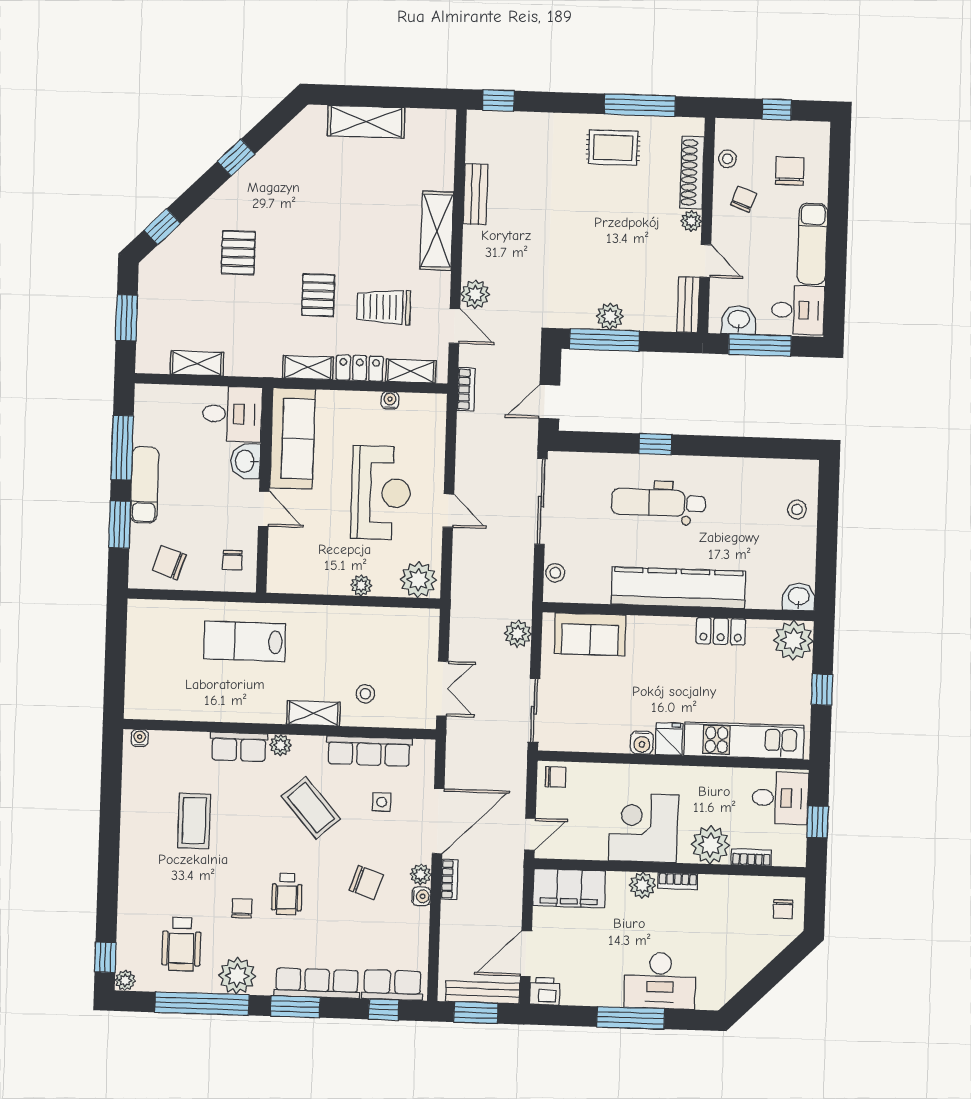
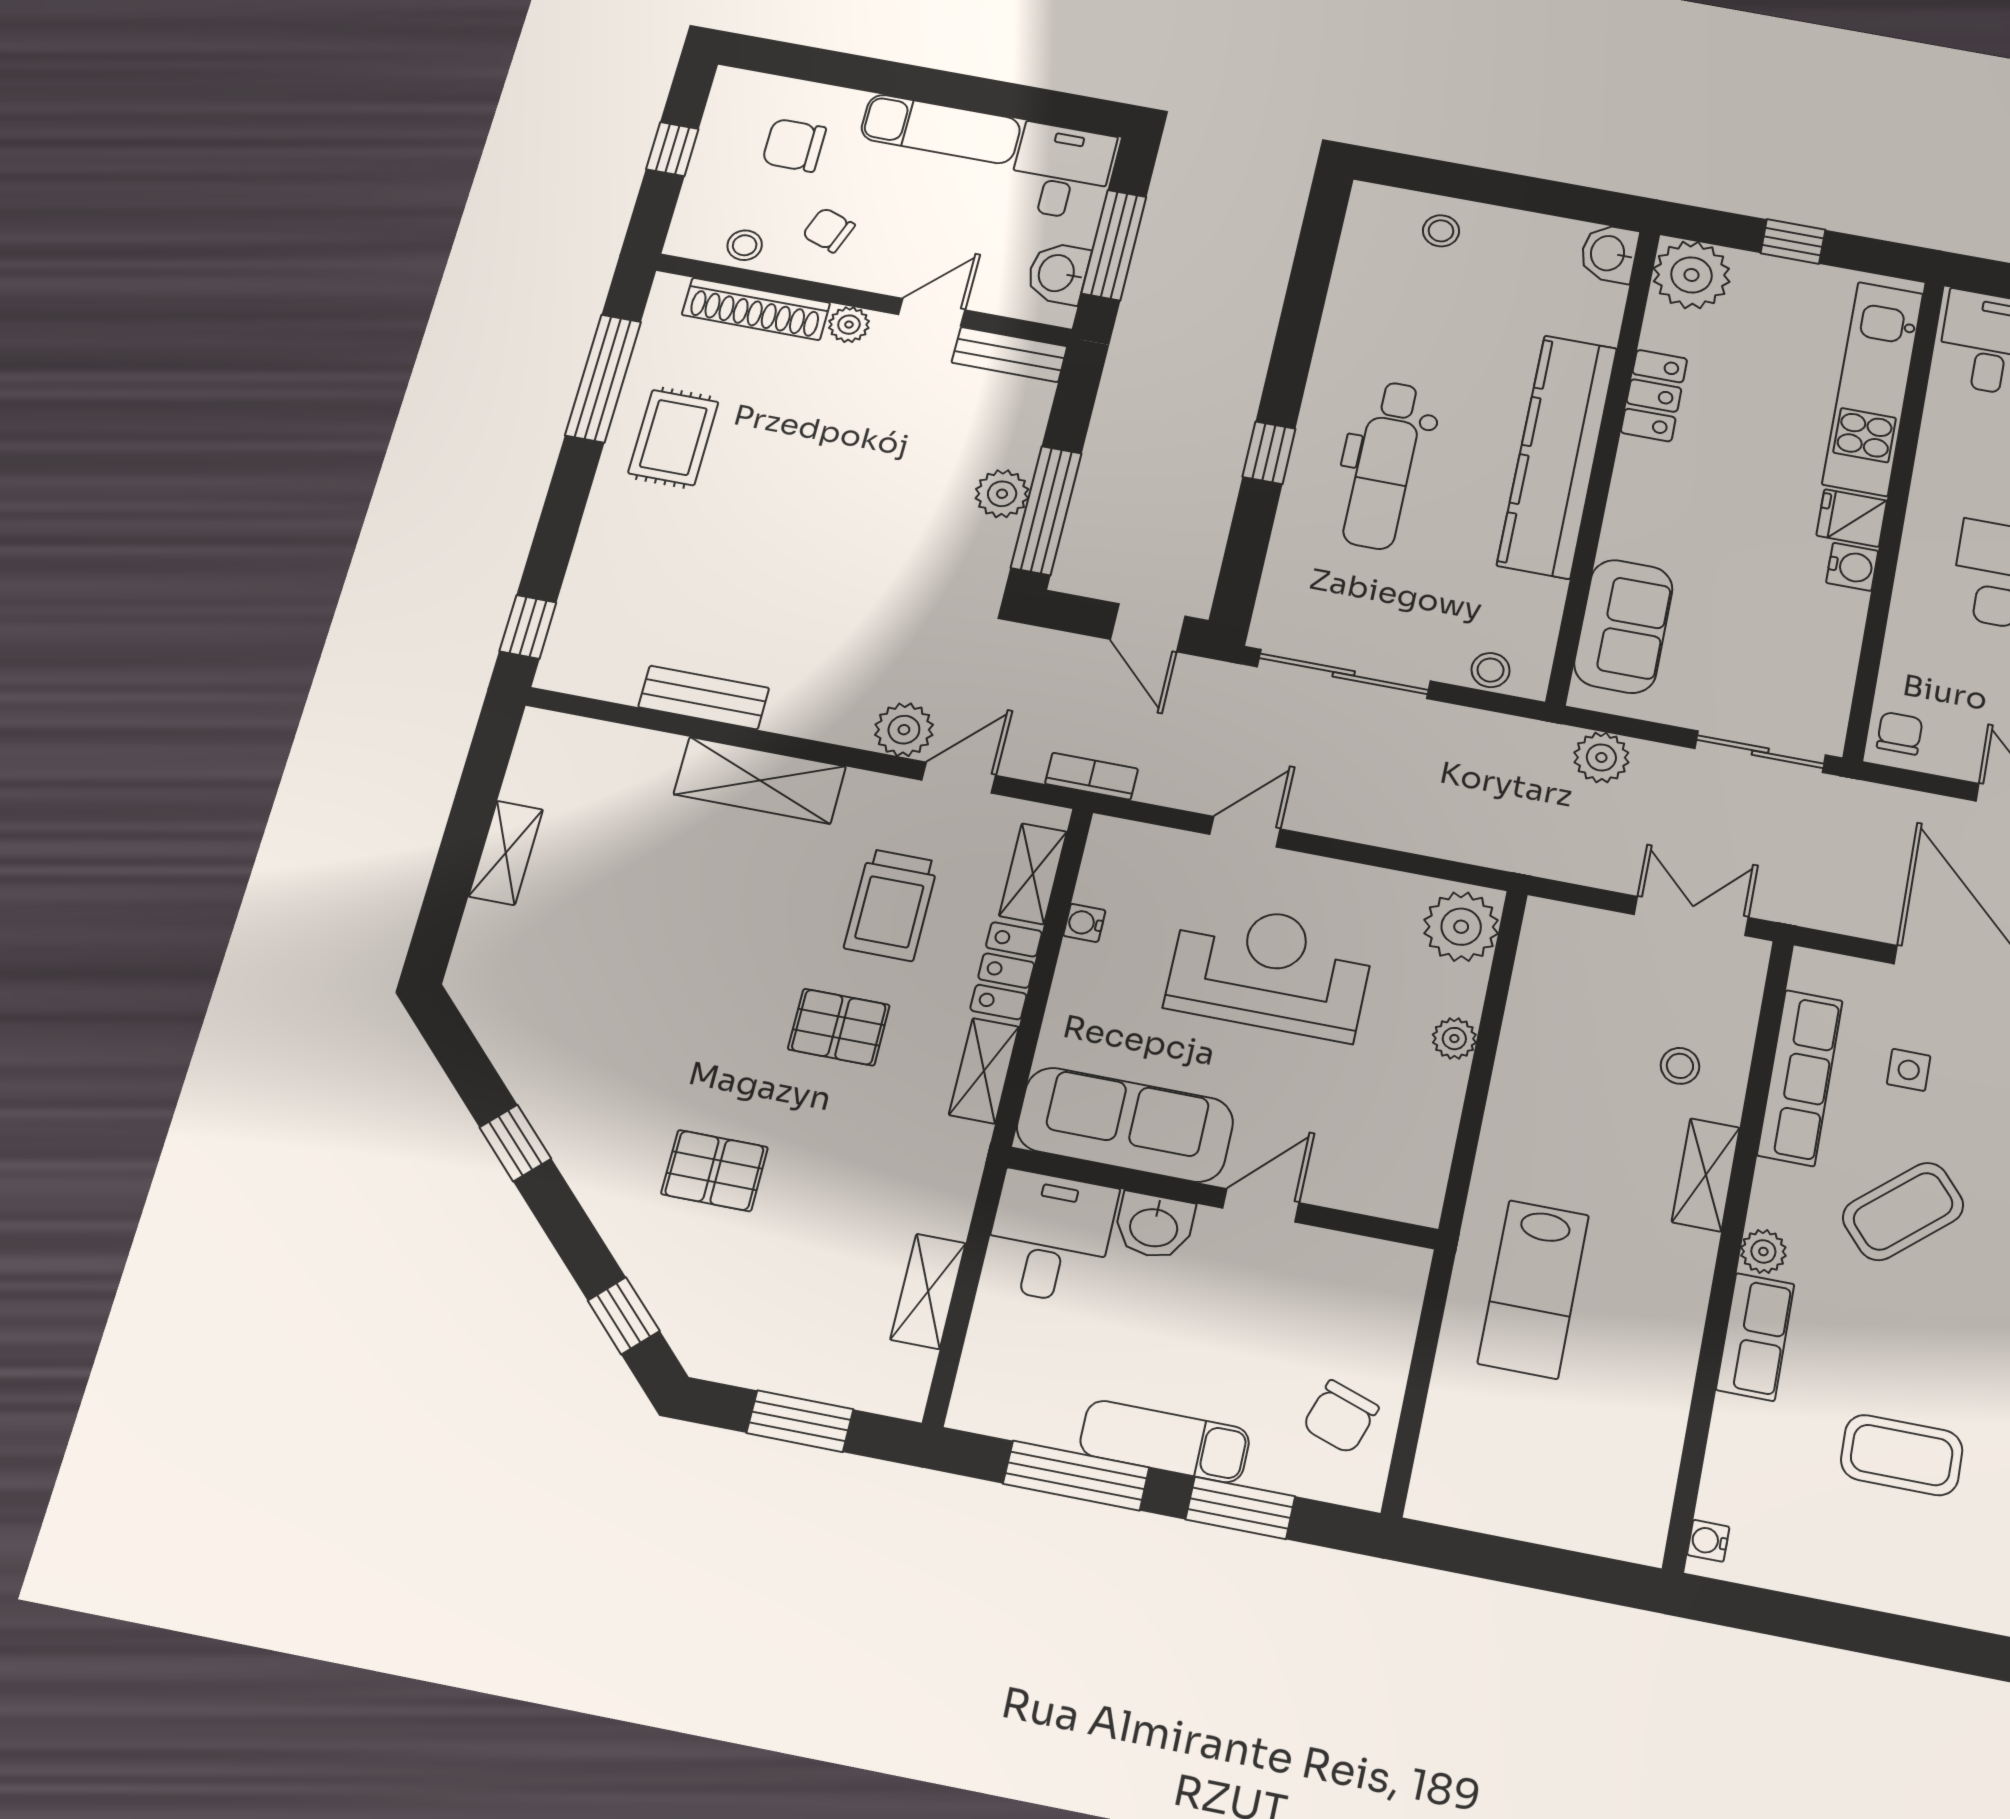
shelving: (366, 122) -> (506, 853), width x0.67, depth x0.75
door: (448, 511) -> (1245, 832), moved
chair: (232, 560) -> (1358, 1286), removed

